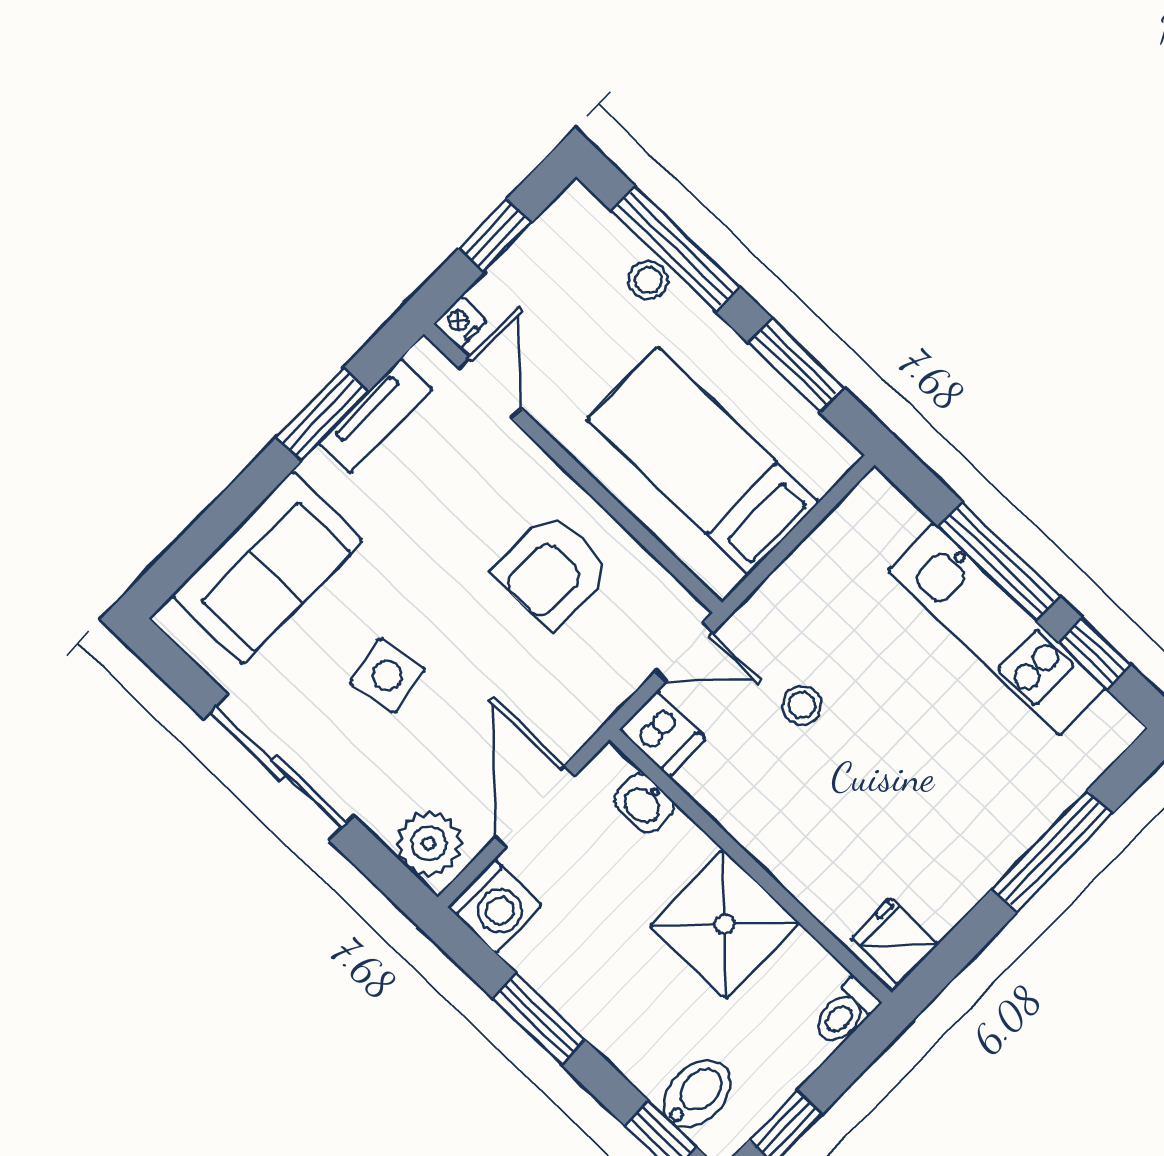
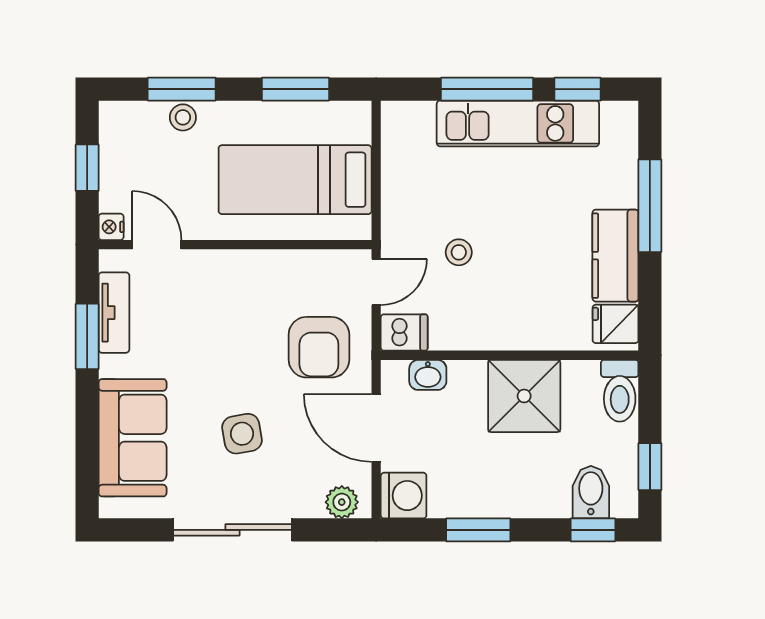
window: (676, 249) -> (182, 89), width x0.69
armchair: (552, 571) -> (319, 347), moved
plant: (429, 843) -> (342, 502), width x0.73, depth x0.73
kitchen counter: (965, 869) -> (615, 256), added
toilet: (845, 1012) -> (620, 391), width x1.37, depth x1.39

